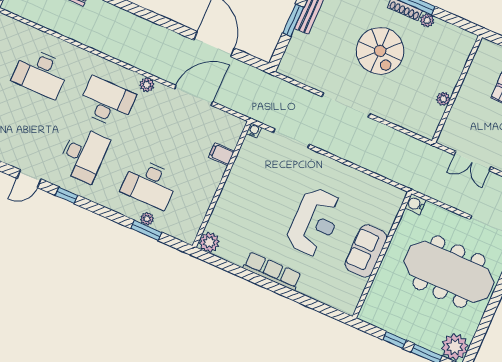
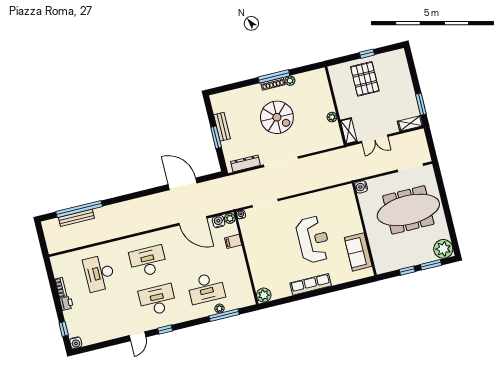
desk: (41, 73) -> (99, 273), turned 90
dresser: (304, 76) -> (246, 163), added
plant: (147, 85) -> (230, 218), moved
door: (194, 95) -> (193, 221), swing flipped
water cooler: (222, 119) -> (219, 222), added
shelving: (450, 129) -> (349, 131), added
desk: (84, 155) -> (157, 300), turned -90
window: (146, 230) -> (224, 315), width x1.44
sofa: (366, 251) -> (358, 252), moved

